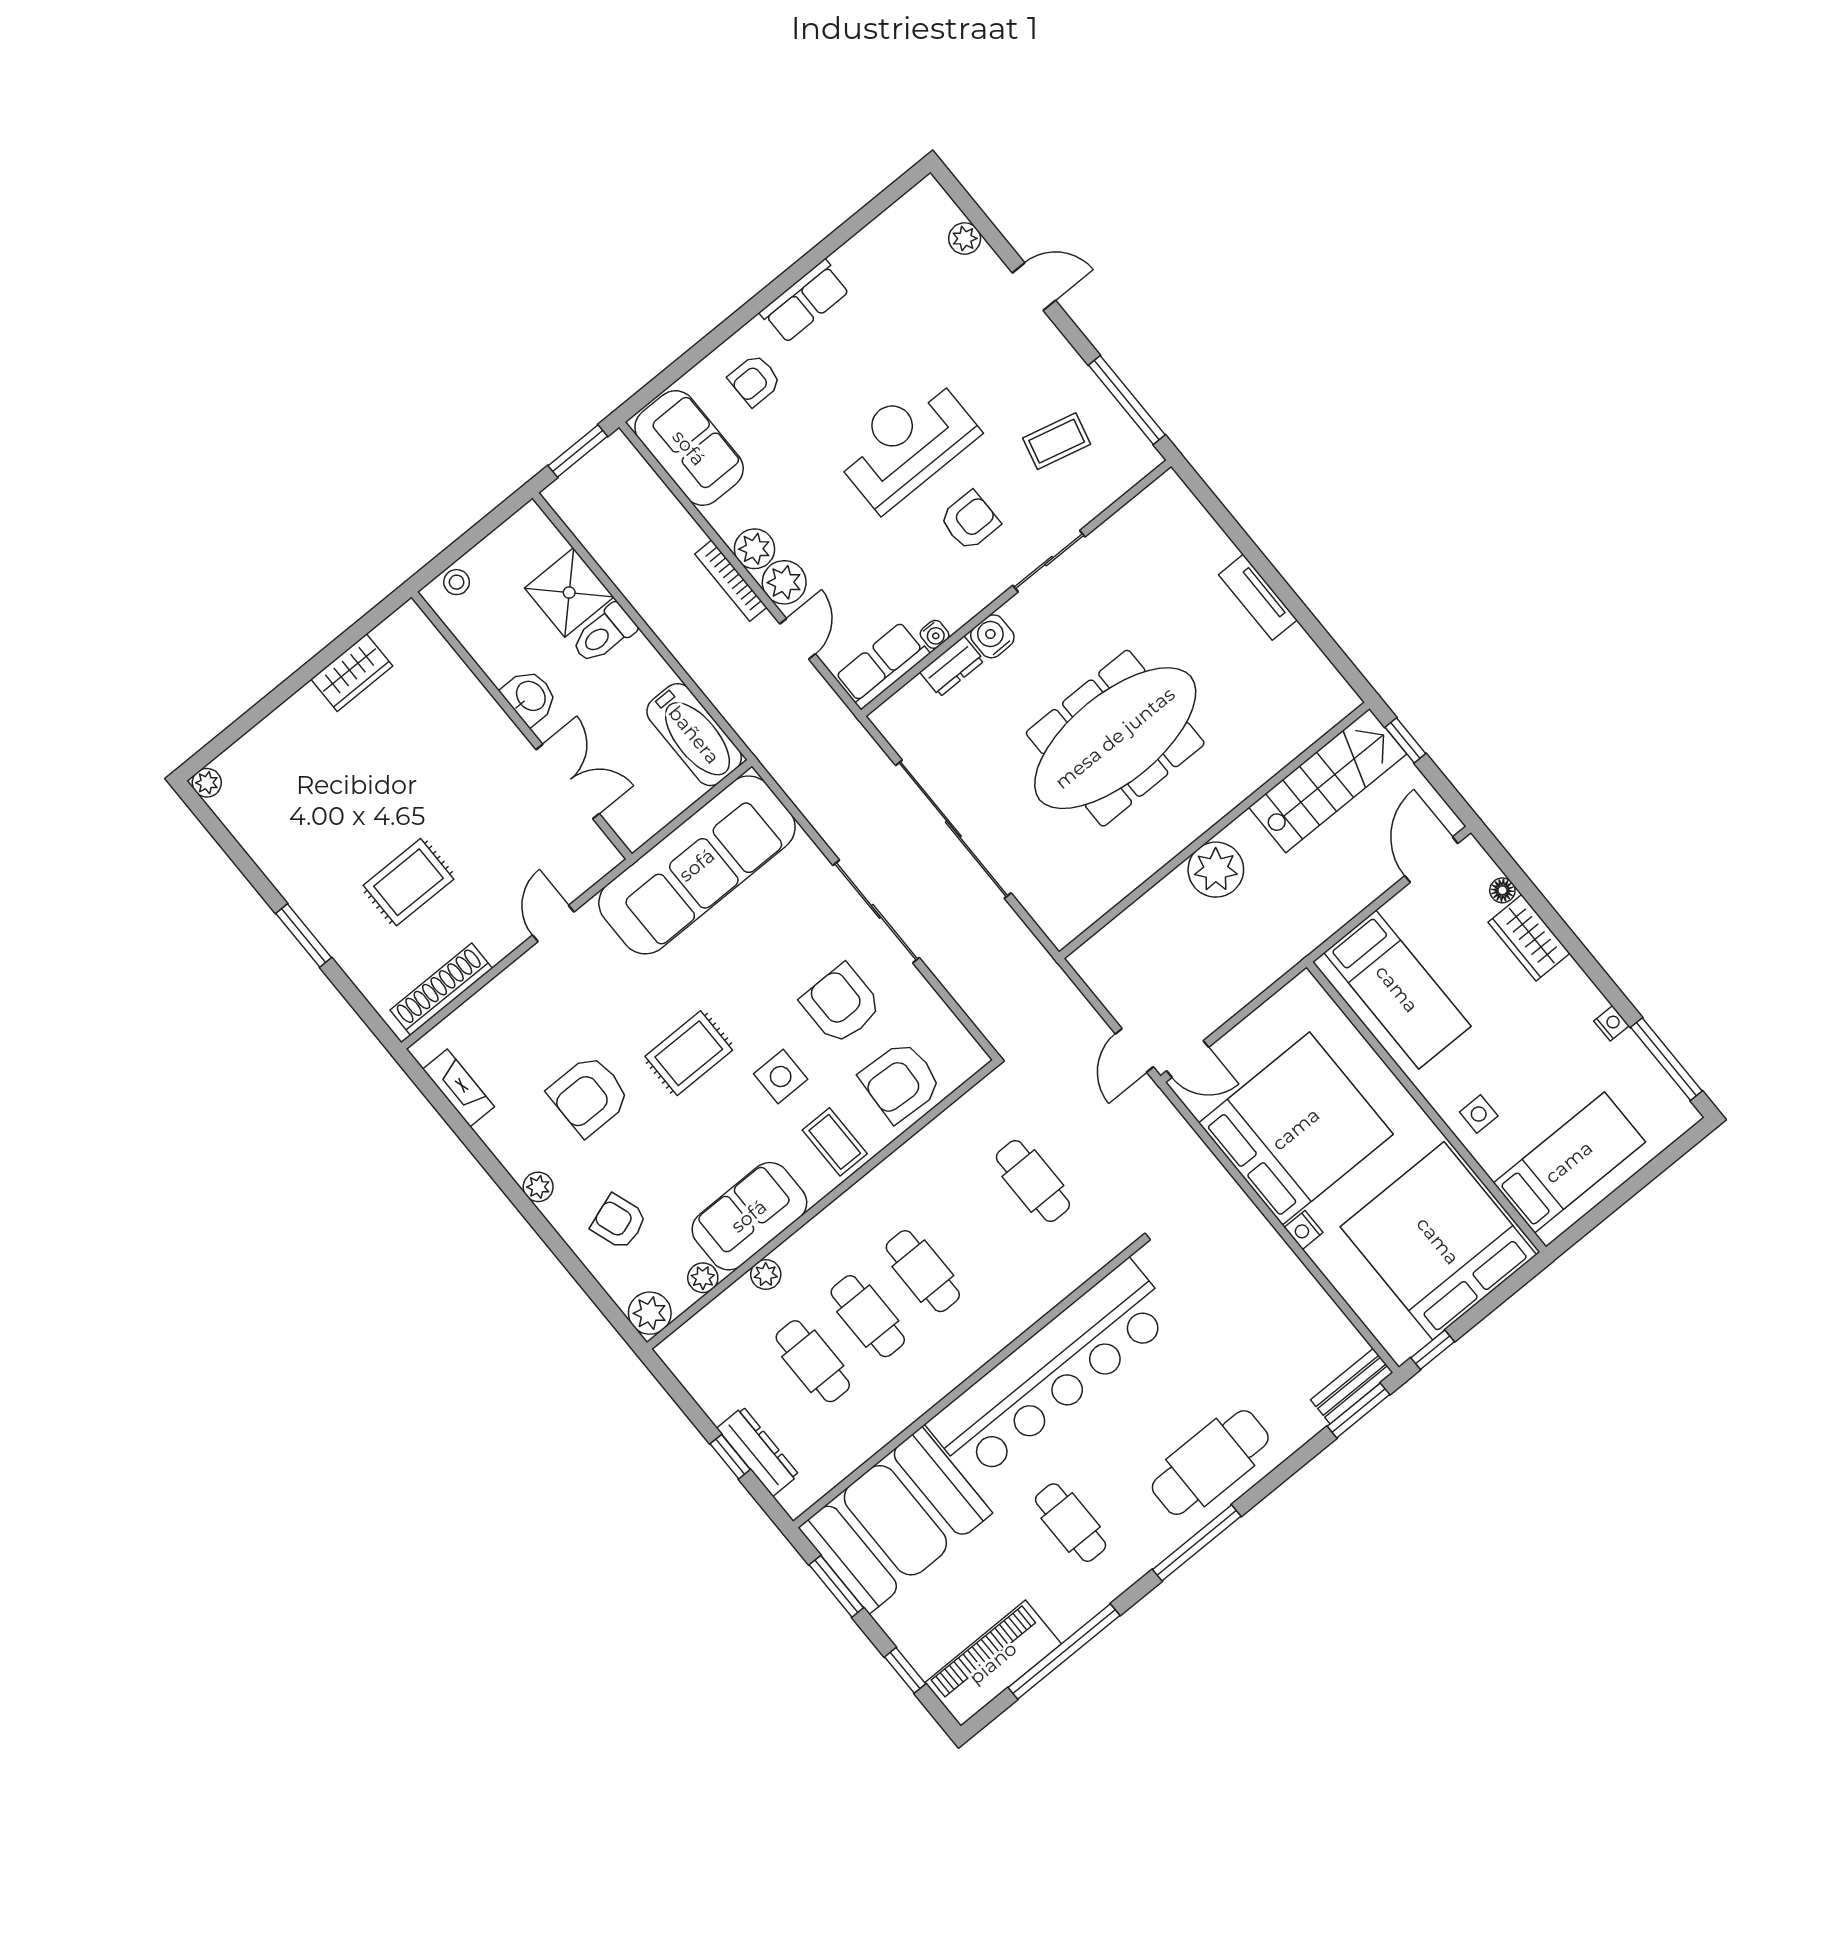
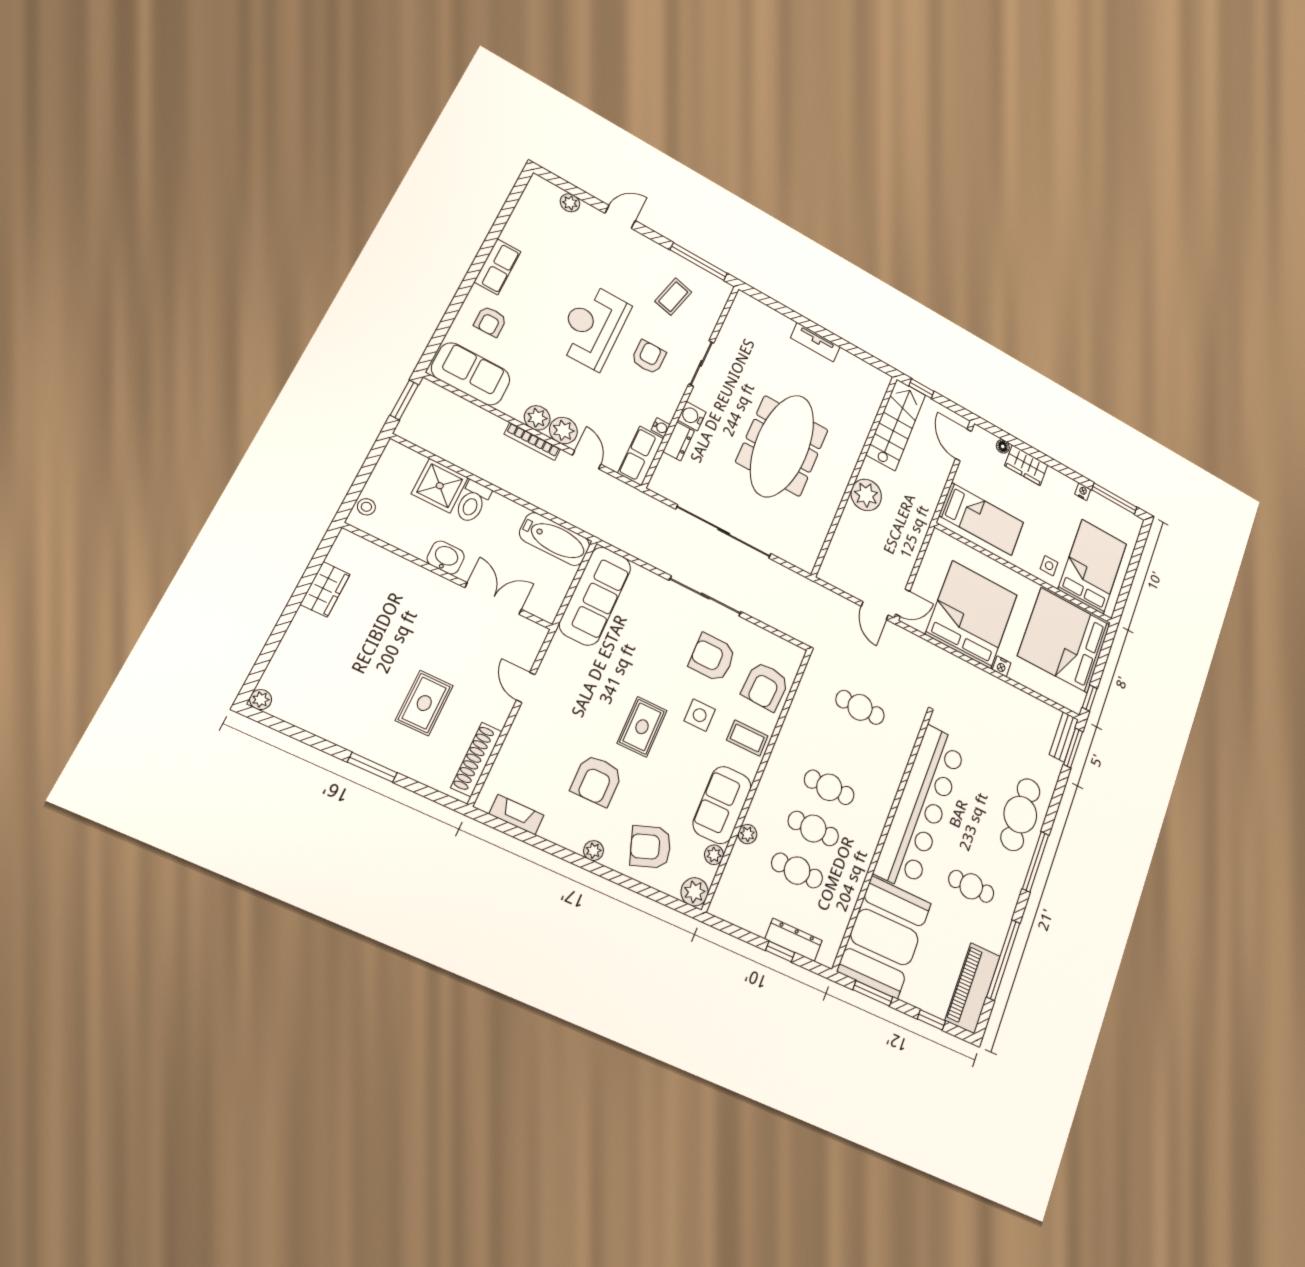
sofa: (697, 865) -> (595, 596), width x0.74, depth x0.79
bed: (1569, 1162) -> (1093, 567), width x1.50
armchair: (619, 1222) -> (651, 847), width x1.38, depth x1.38

